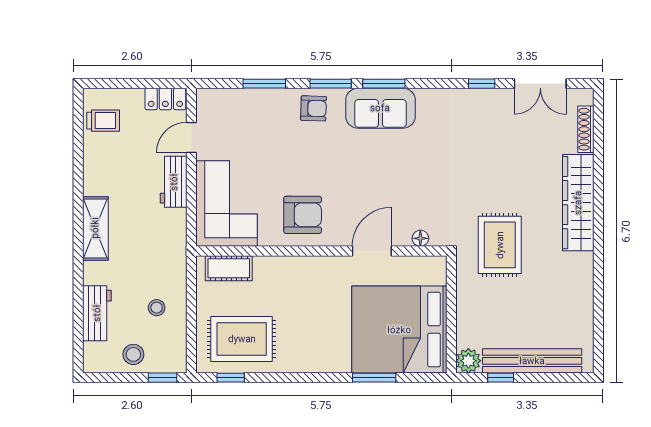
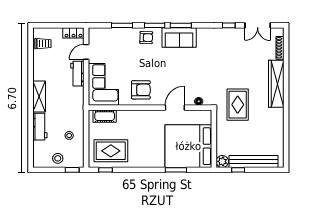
workbench: (97, 313) -> (40, 127), moved

